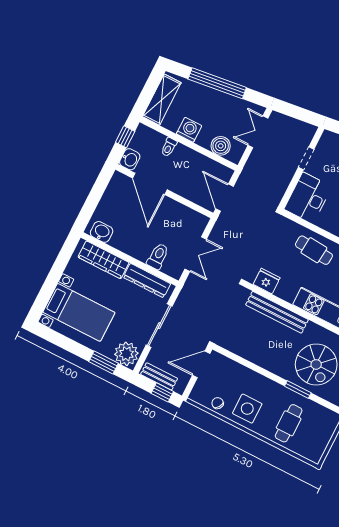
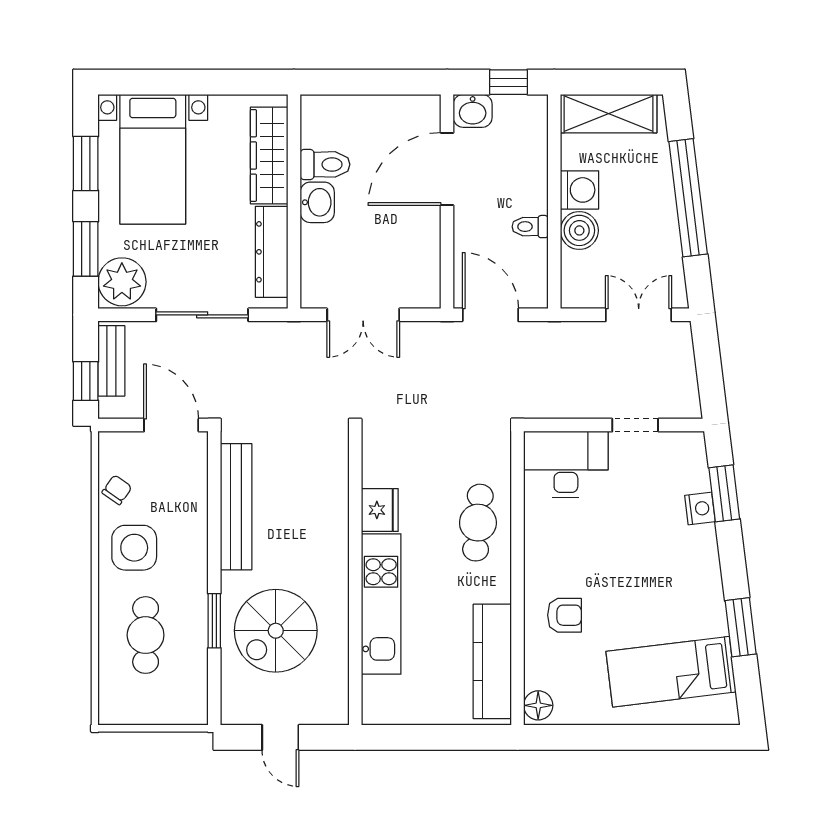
boiler: (221, 146) -> (579, 230), moved
toilet: (169, 147) -> (530, 227), moved
door: (224, 198) -> (490, 315), hinge flipped
washbasin: (102, 232) -> (317, 202), moved
toilet: (158, 256) -> (325, 164), moved
fridge: (267, 281) -> (380, 510), moved
bench: (277, 312) -> (236, 507), moved
window: (66, 343) -> (86, 164), added
cafe table: (289, 423) -> (146, 635), turned 90

